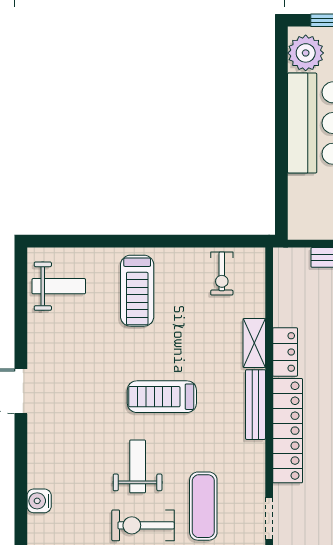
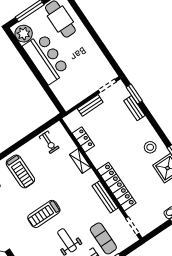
locker: (285, 352) -> (83, 139), moved
treadmill: (162, 397) -> (44, 214), moved
bench: (256, 405) -> (105, 197), moved

